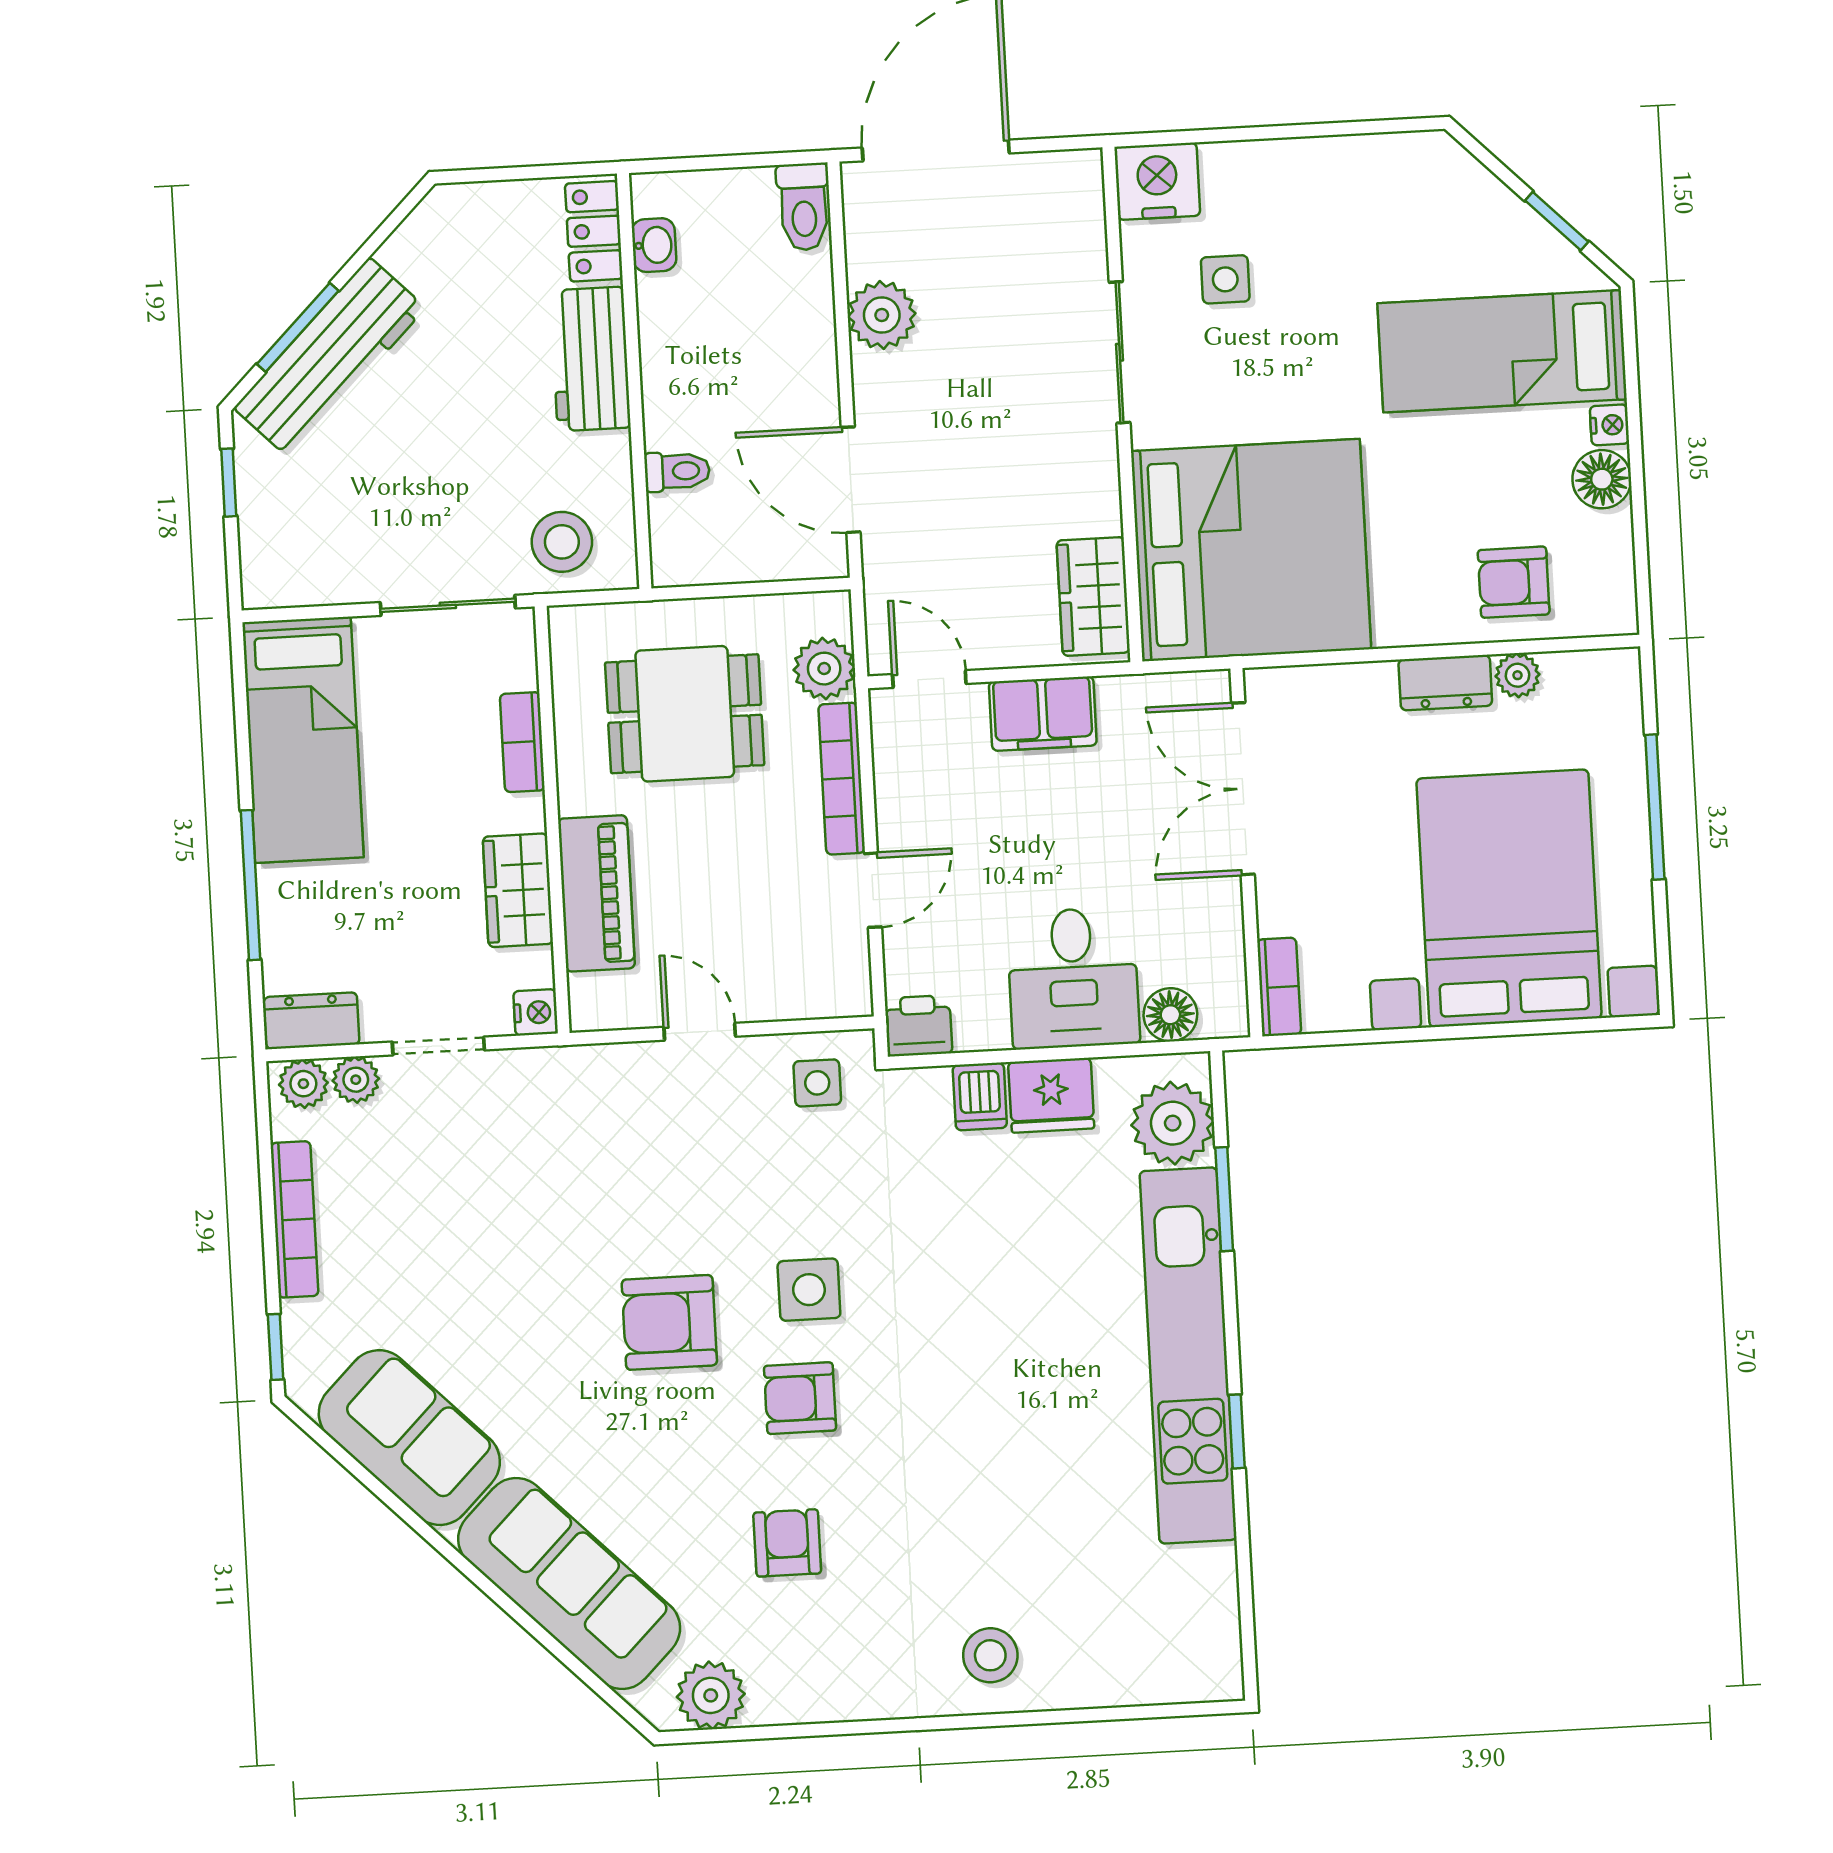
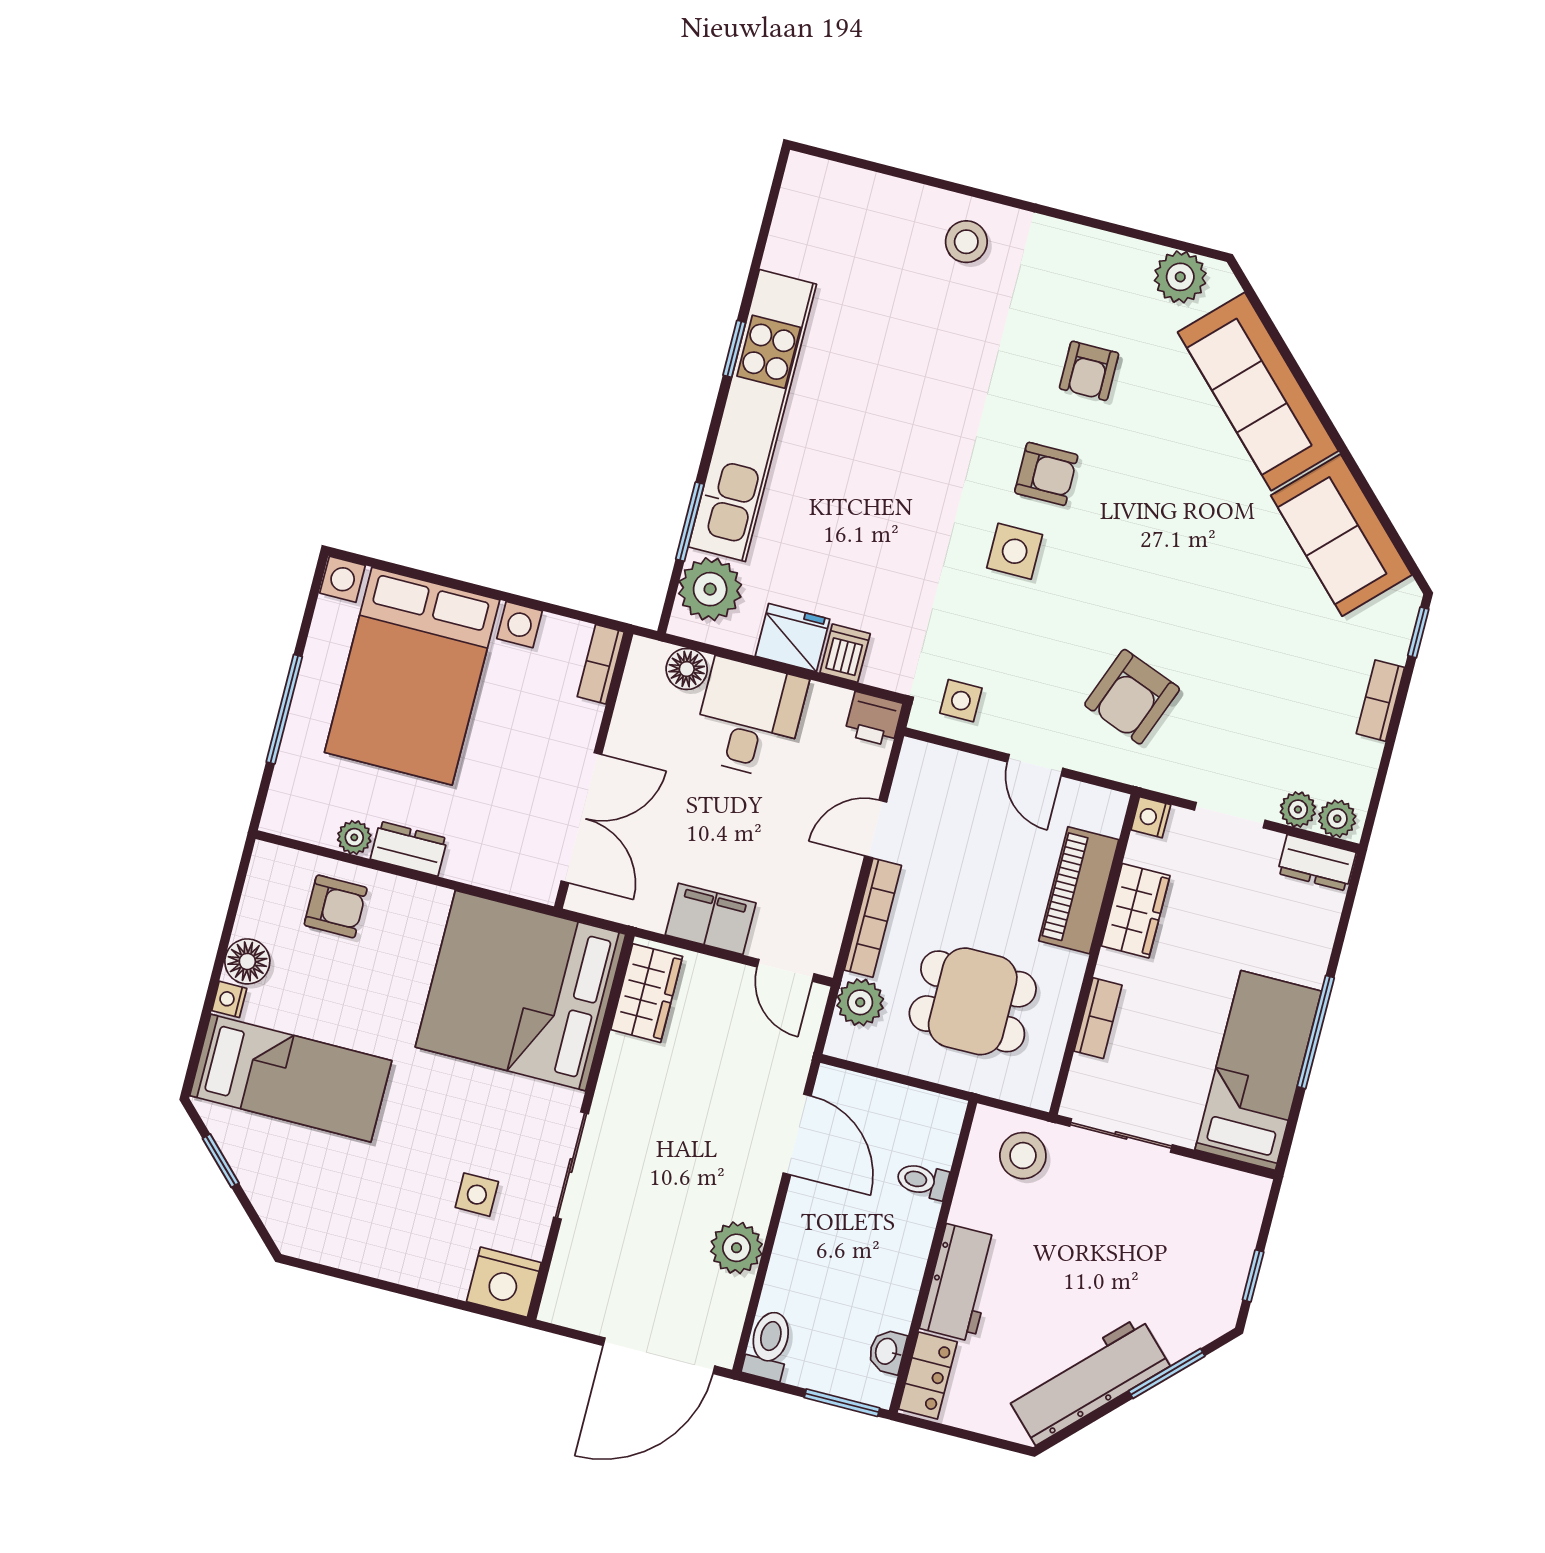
window: (690, 164) -> (842, 1403), added
workbench: (330, 358) -> (1088, 1381), moved
window: (251, 885) -> (1316, 1032), moved
bookcase: (294, 1219) -> (1380, 701), width x0.64
armchair: (669, 1322) -> (1132, 697), moved, turned 111

